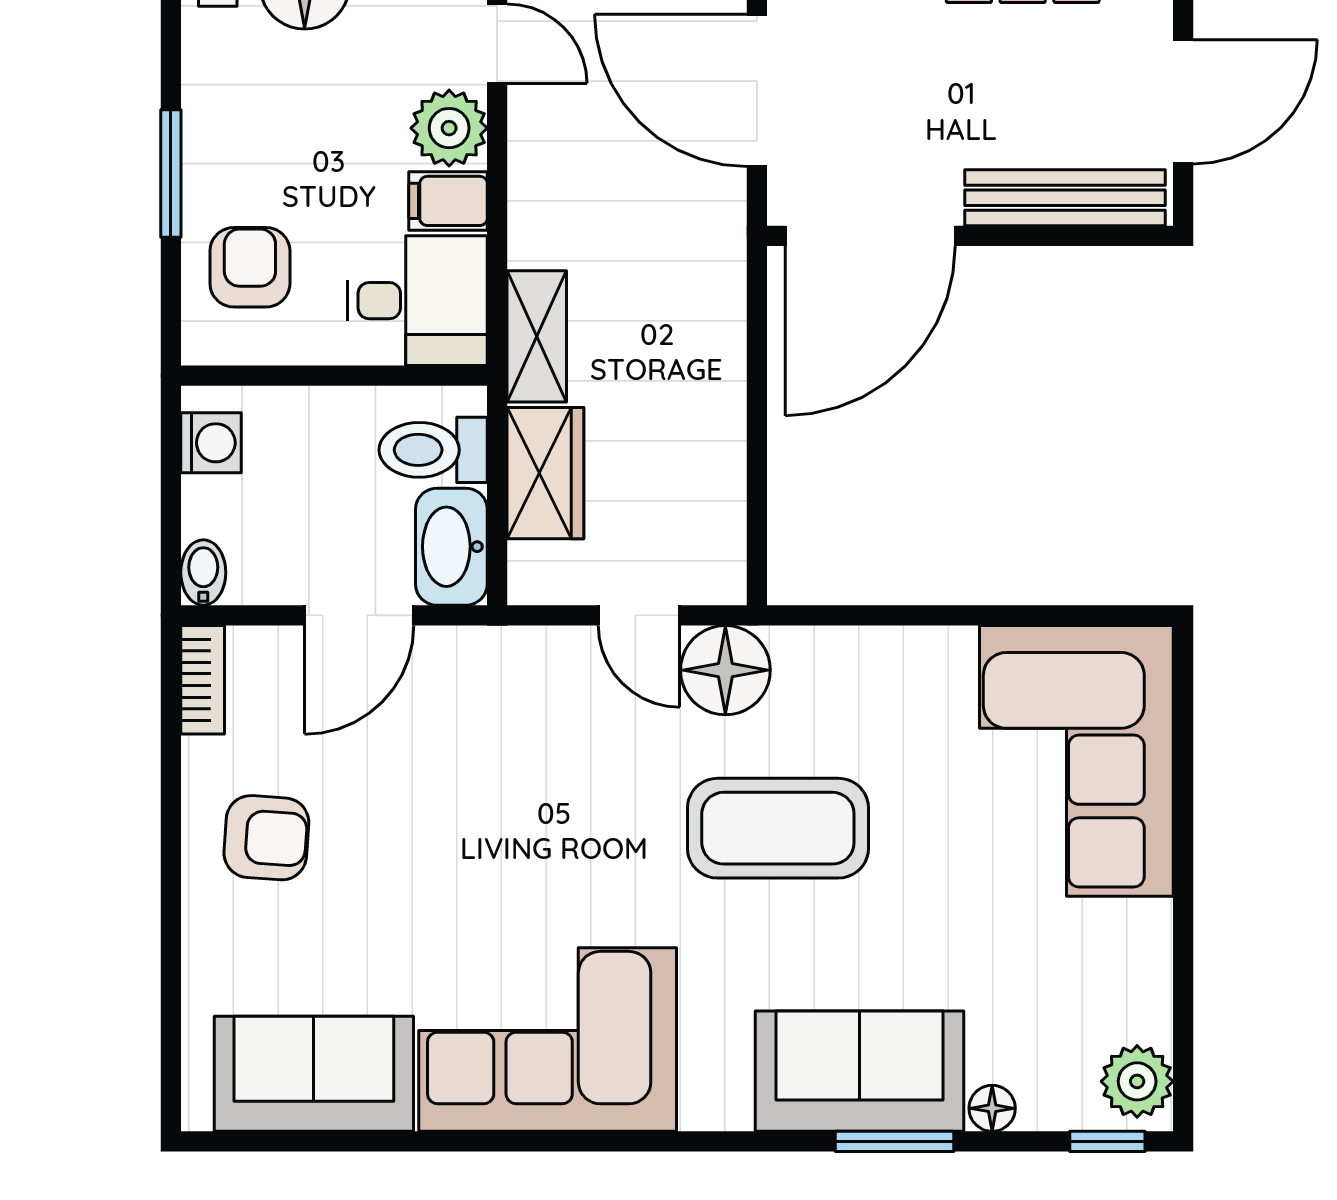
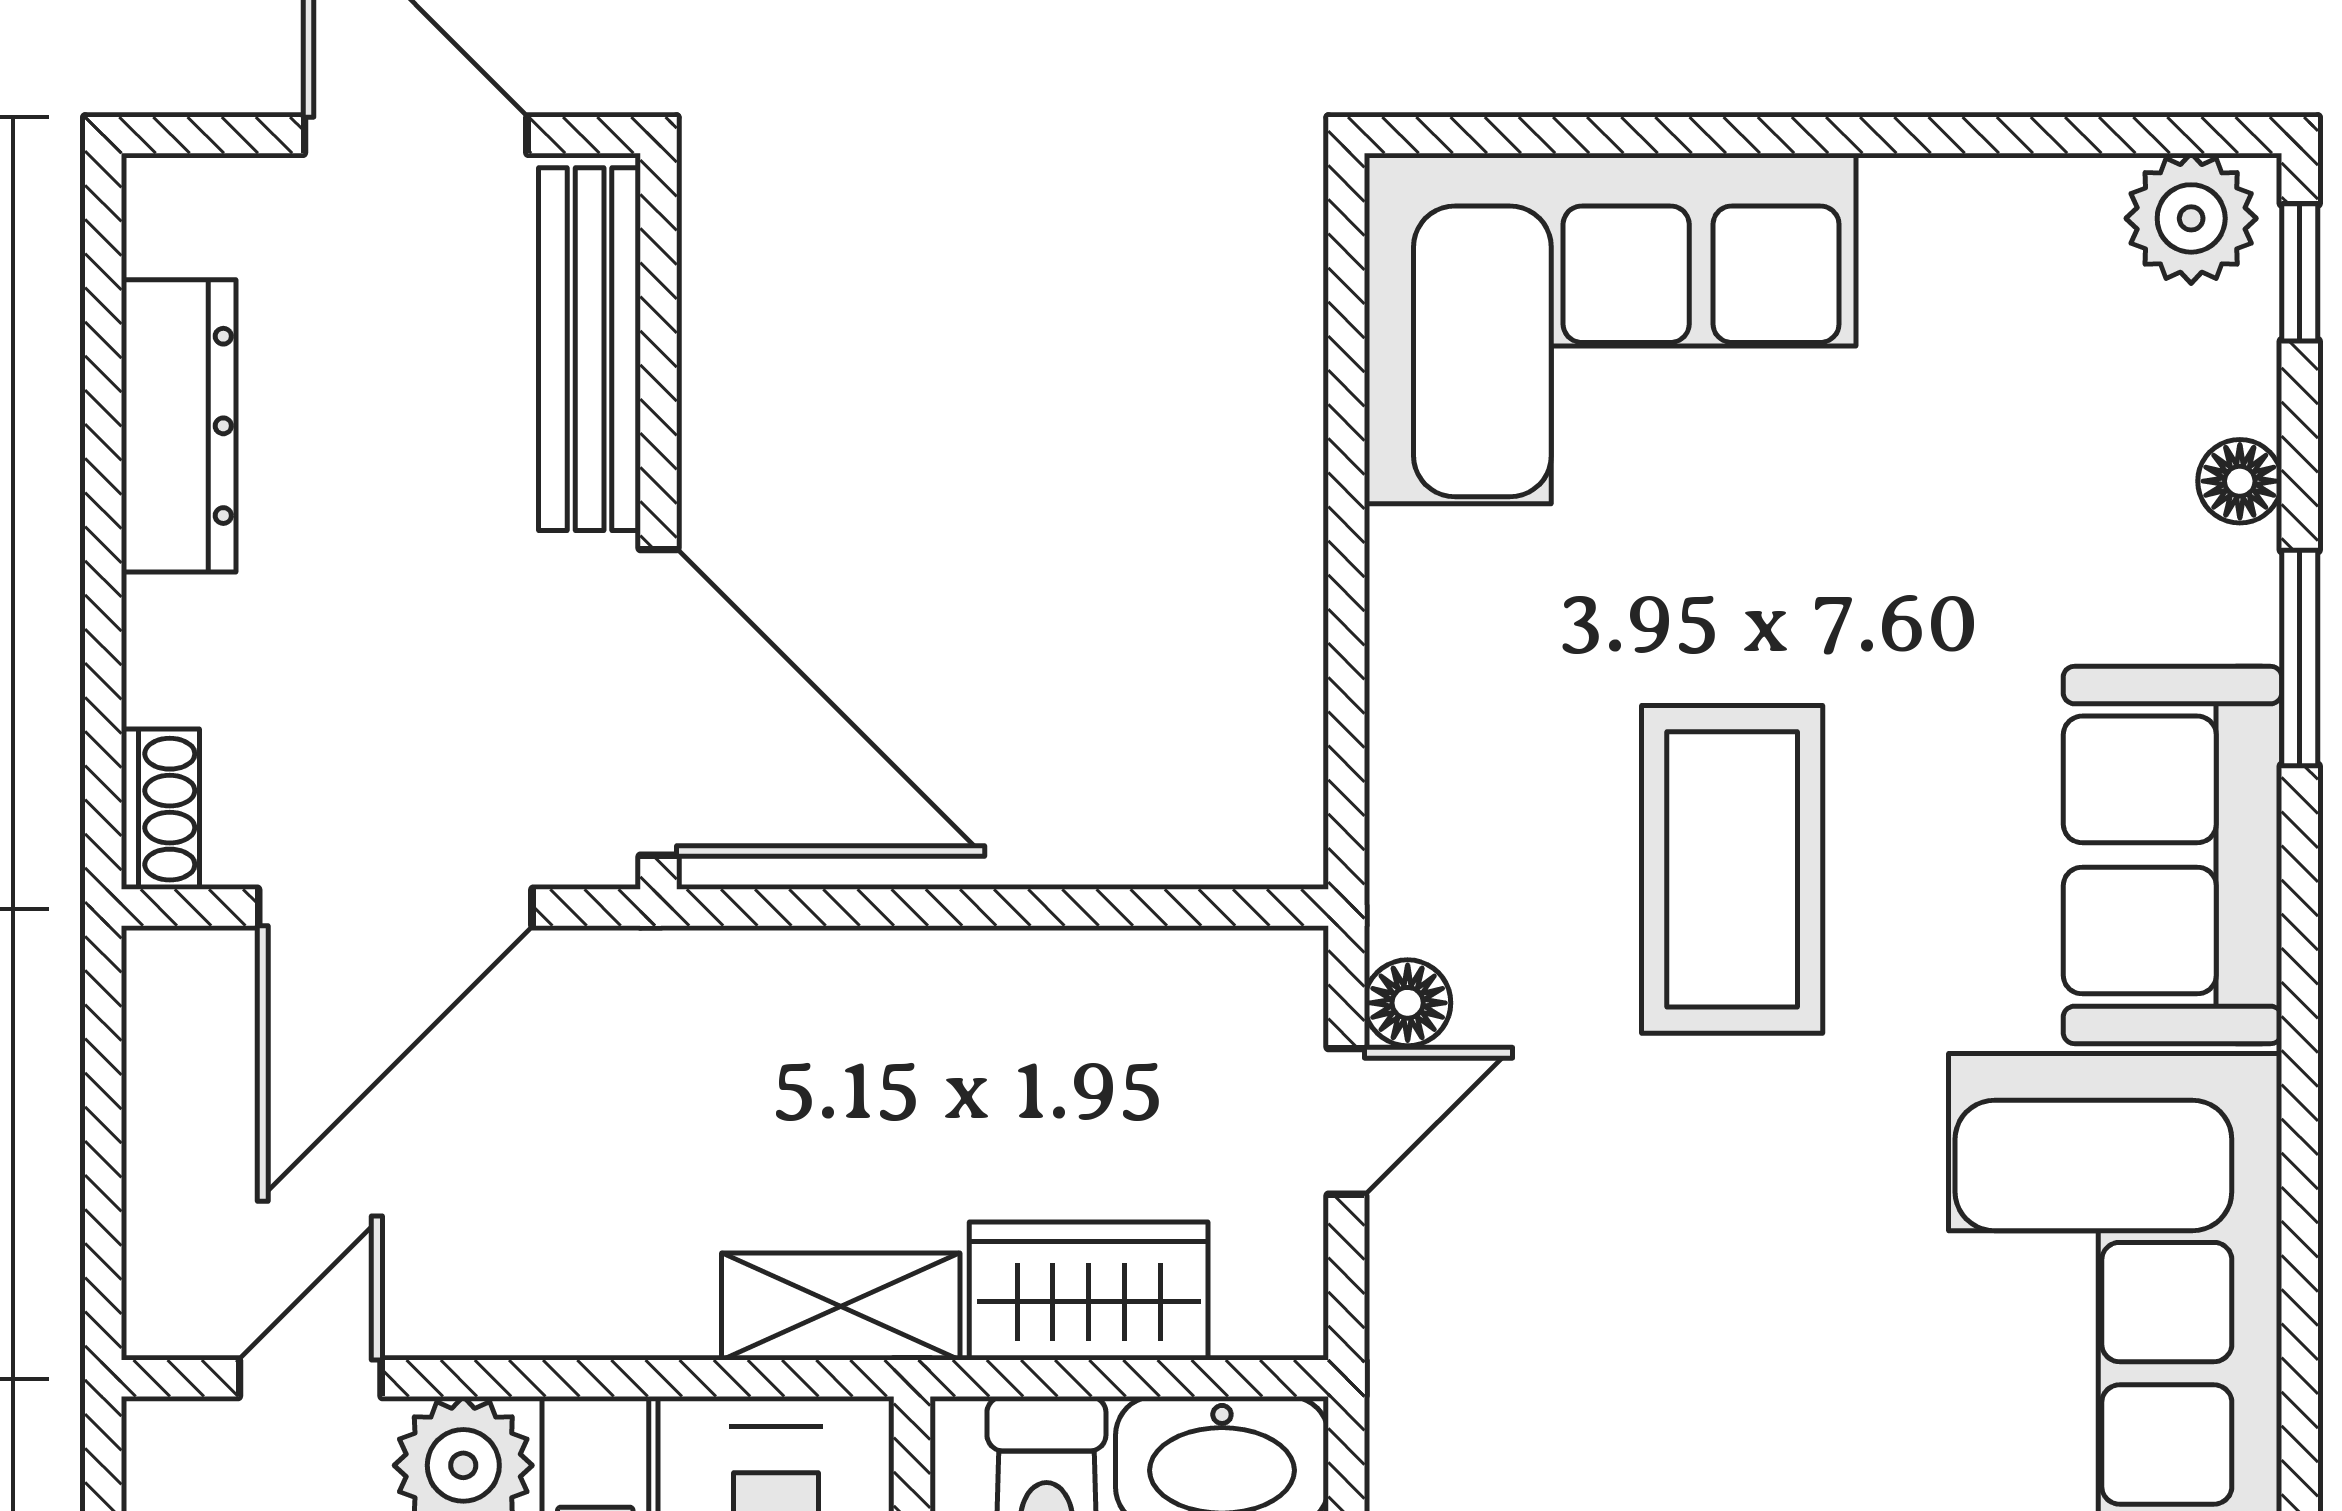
floor lamp: (725, 670) -> (1408, 1003), width x0.53, depth x0.53
sofa: (859, 1071) -> (2173, 855), moved

